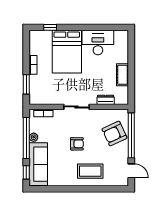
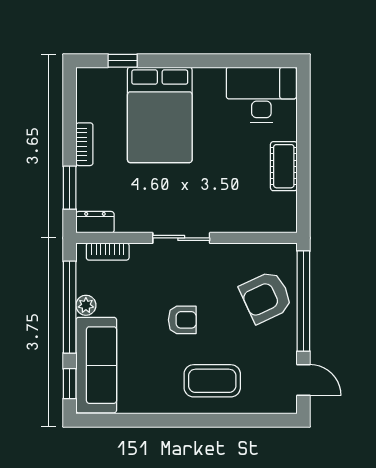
desk: (98, 43) -> (261, 95), moved
dresser: (106, 100) -> (95, 222), moved

